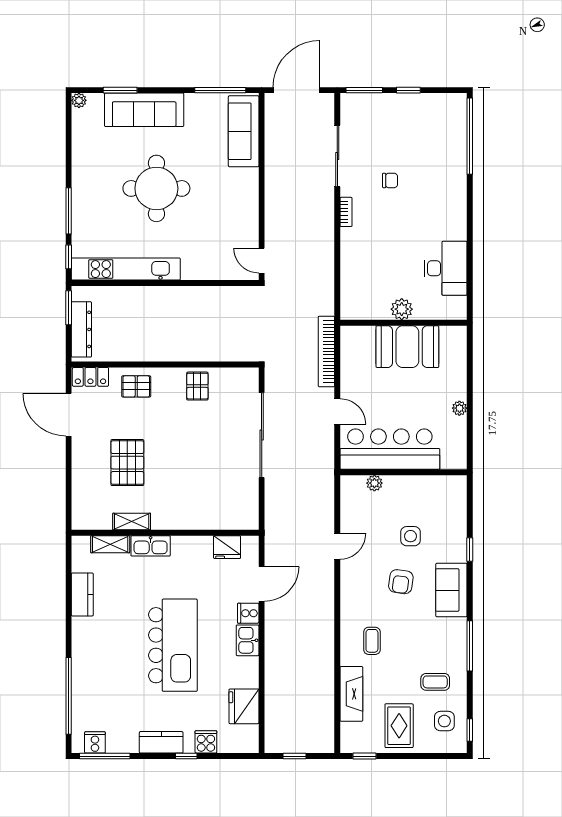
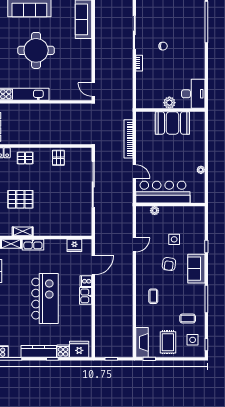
plant: (402, 309) -> (169, 103), moved
wall: (403, 323) -> (170, 110), moved
booth: (407, 347) -> (172, 123), moved
pallet: (127, 463) -> (20, 199), turned 90
fireplace: (351, 694) -> (142, 342), moved
fridge: (244, 706) -> (79, 349), moved, turned 90
kitchen counter: (161, 742) -> (39, 351), width x1.50

